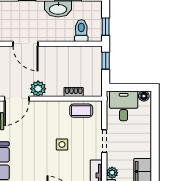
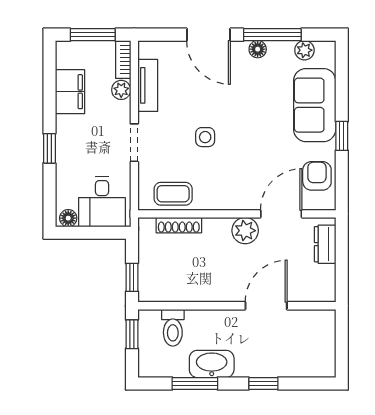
door: (25, 44) -> (266, 306), hinge flipped
shoe rack: (74, 92) -> (179, 225), width x1.43
window: (155, 138) -> (49, 148), added

